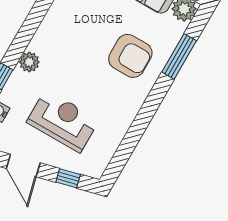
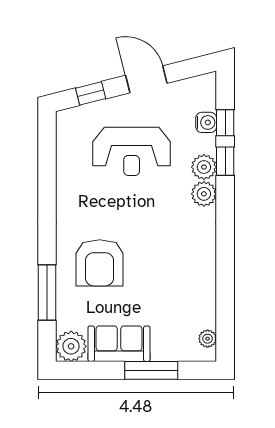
armchair: (130, 56) -> (100, 263), turned -90
plant: (18, 81) -> (204, 167), added

